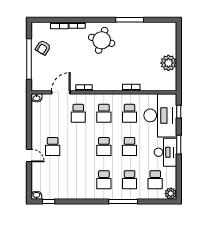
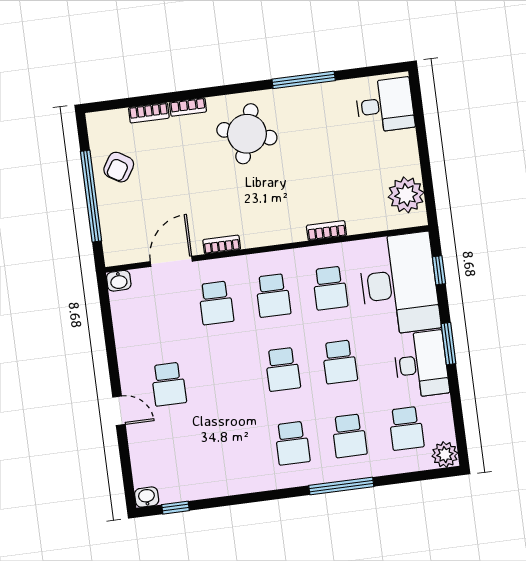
desk: (164, 36) -> (385, 105), added
plant: (168, 63) -> (406, 195), moved

